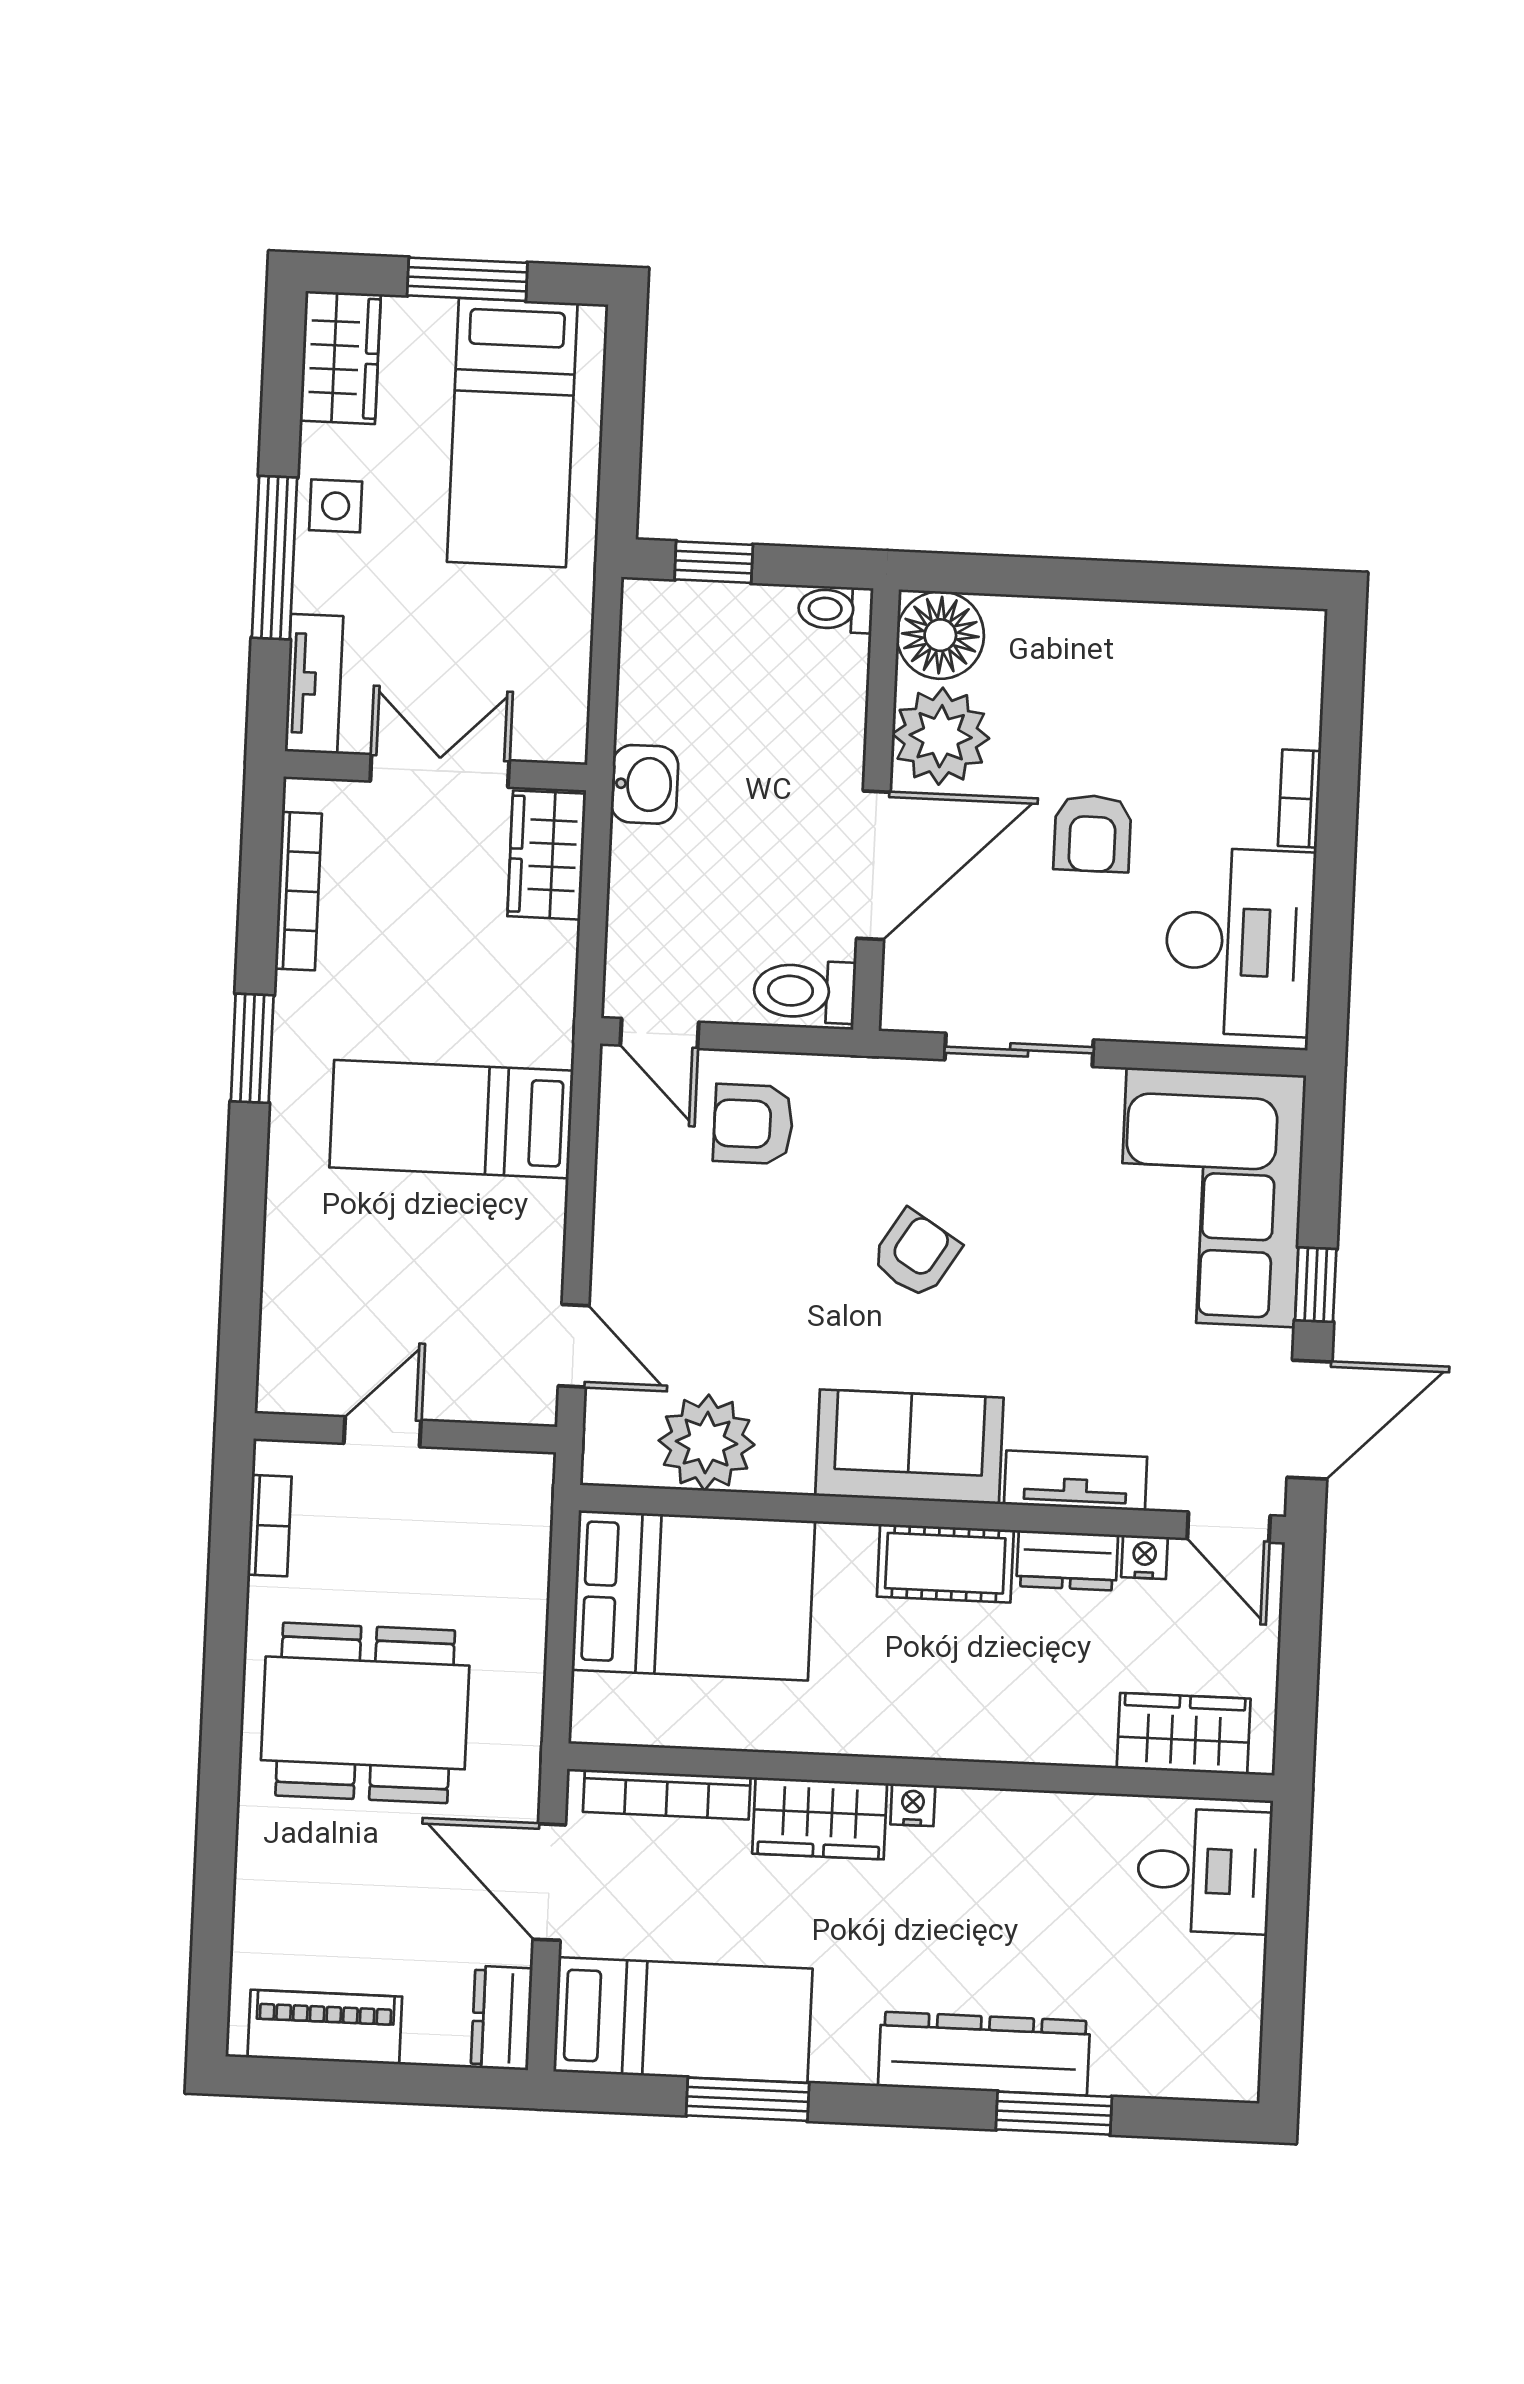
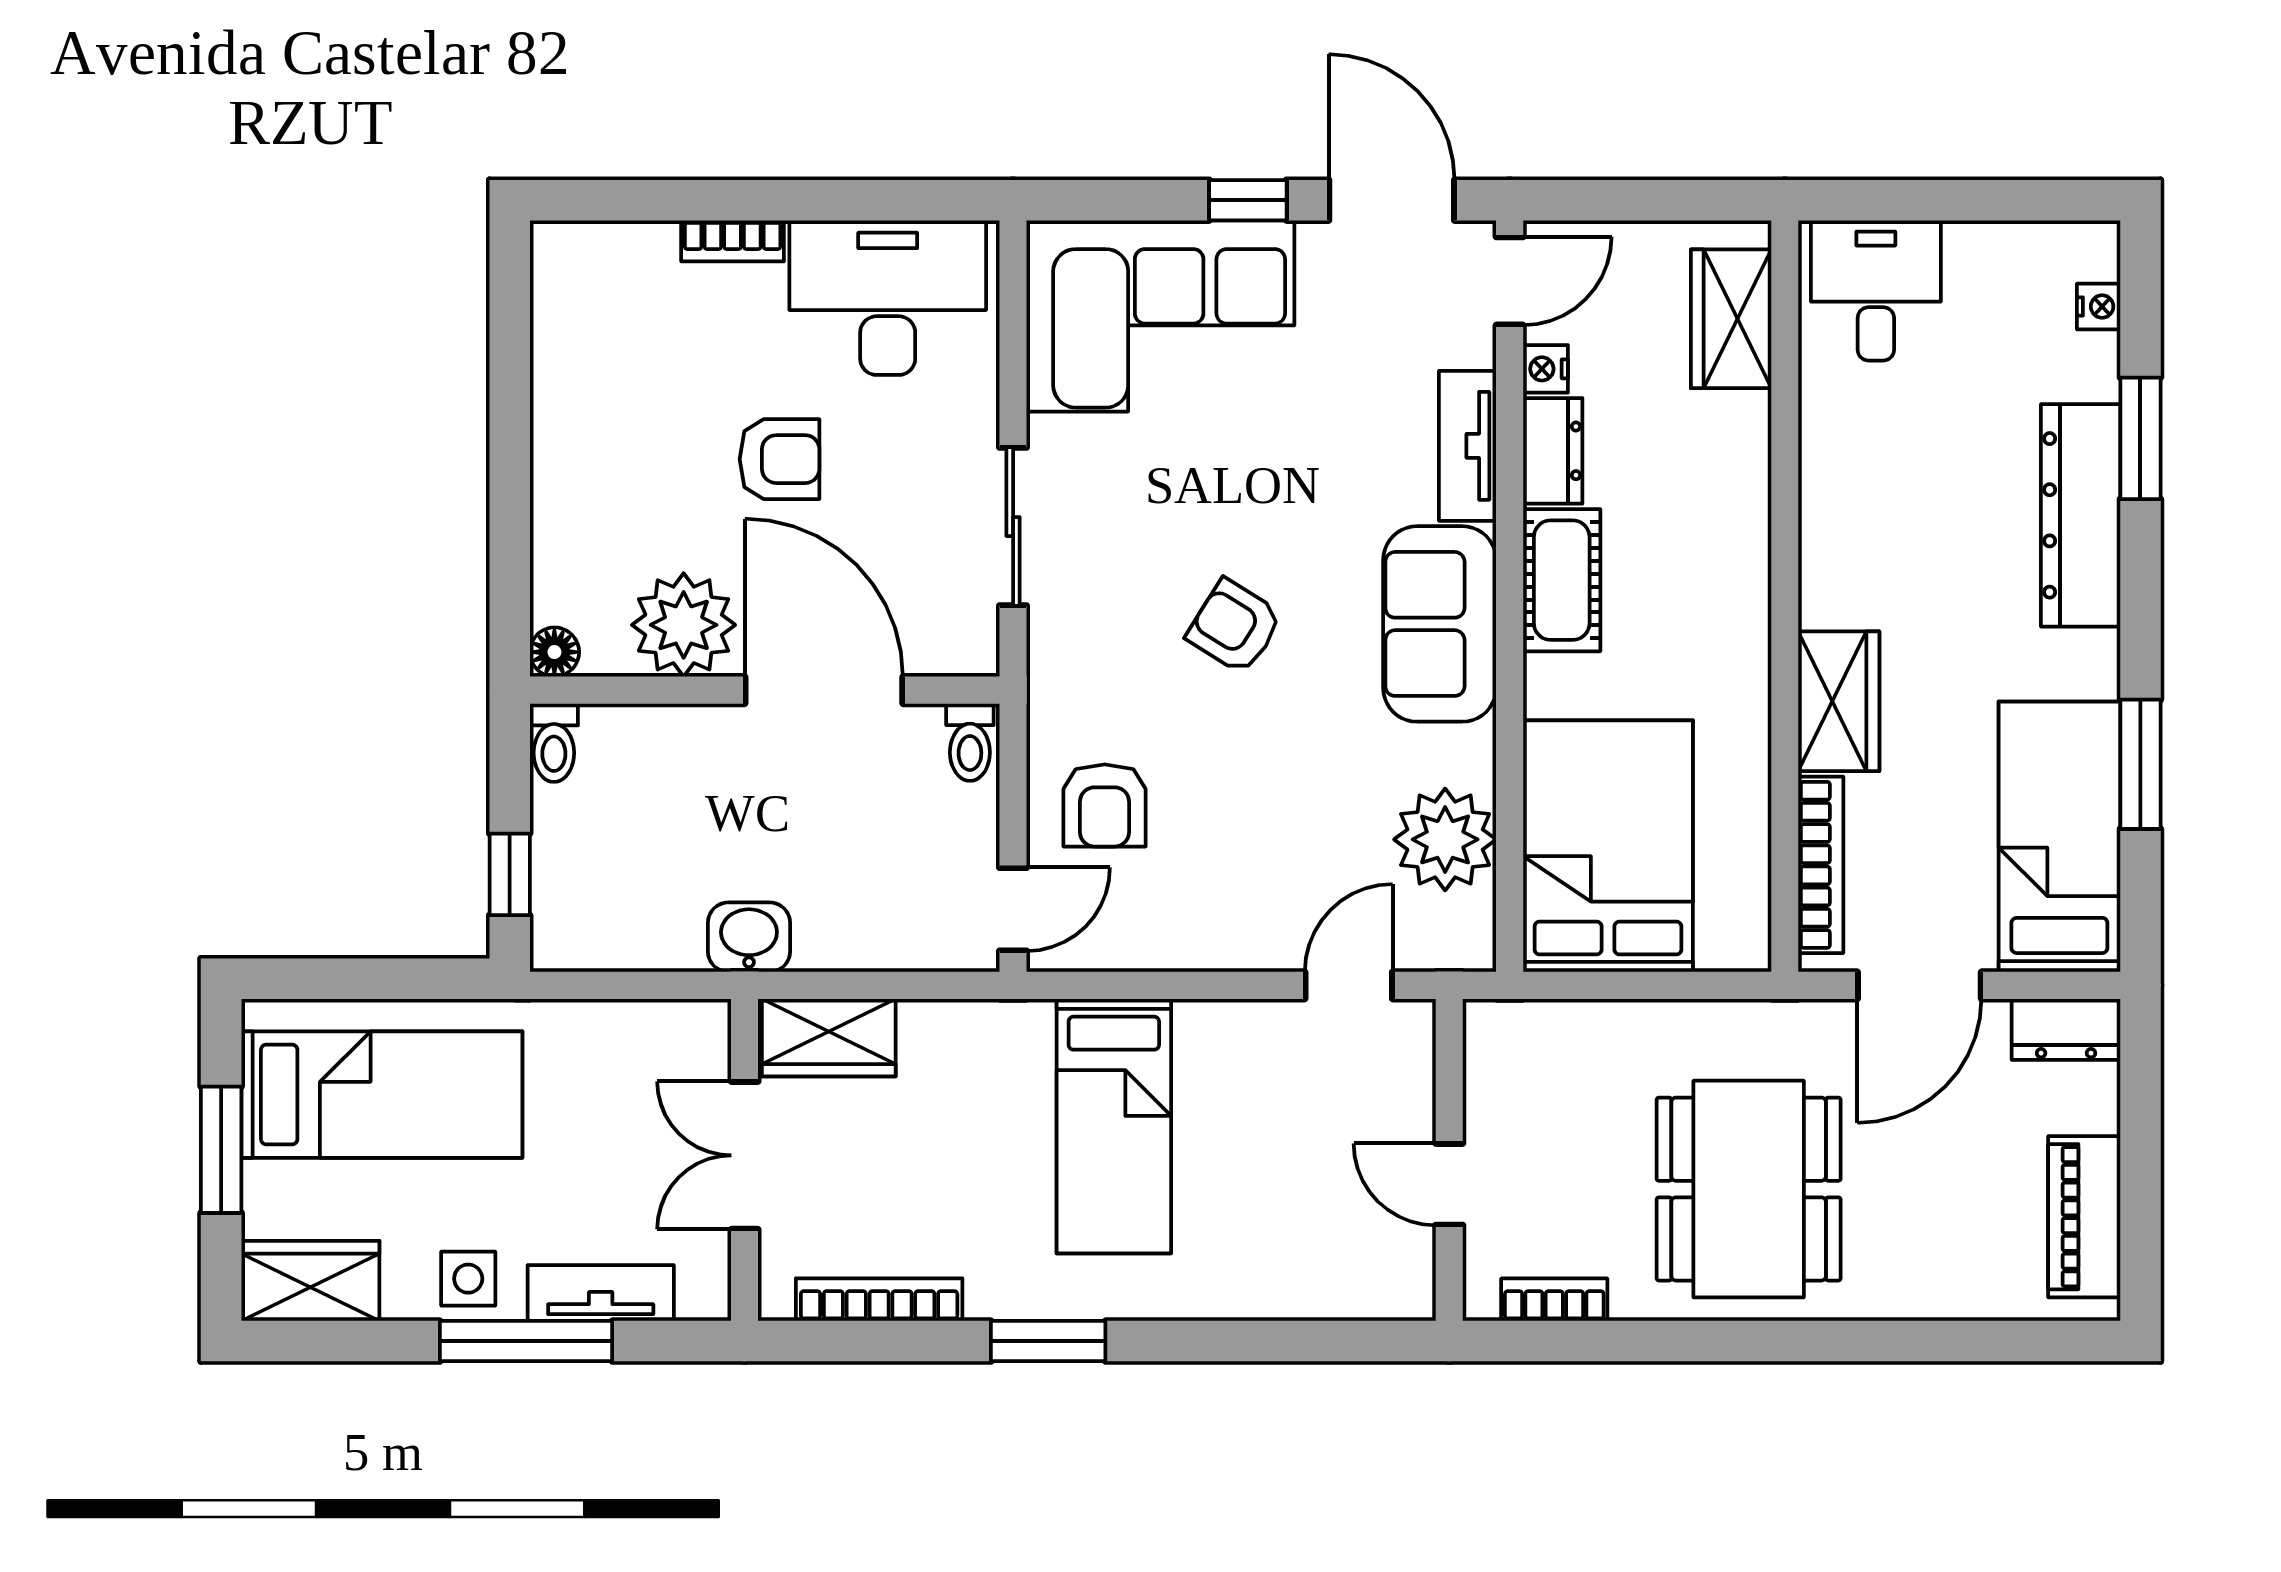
floor lamp: (940, 635) -> (554, 652), width x0.53, depth x0.53
tv unit: (314, 684) -> (601, 1293), moved
toilet: (805, 991) -> (970, 742), width x0.73, depth x0.72
nightstand: (913, 1805) -> (2099, 306), moved, turned 180

